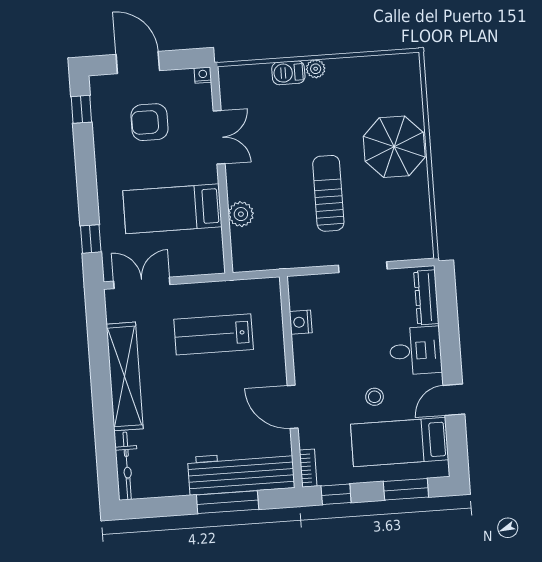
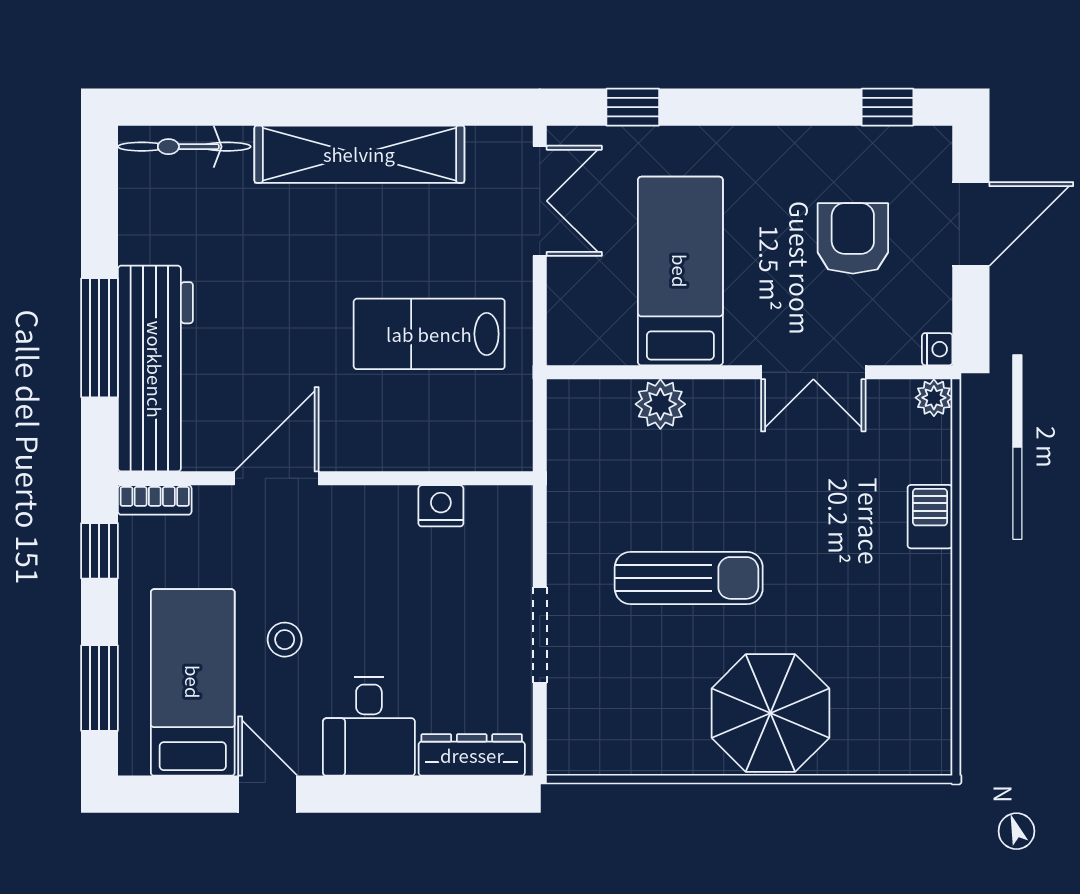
plant: (316, 69) -> (934, 398), moved
lab bench: (214, 334) -> (429, 334), turned -90

